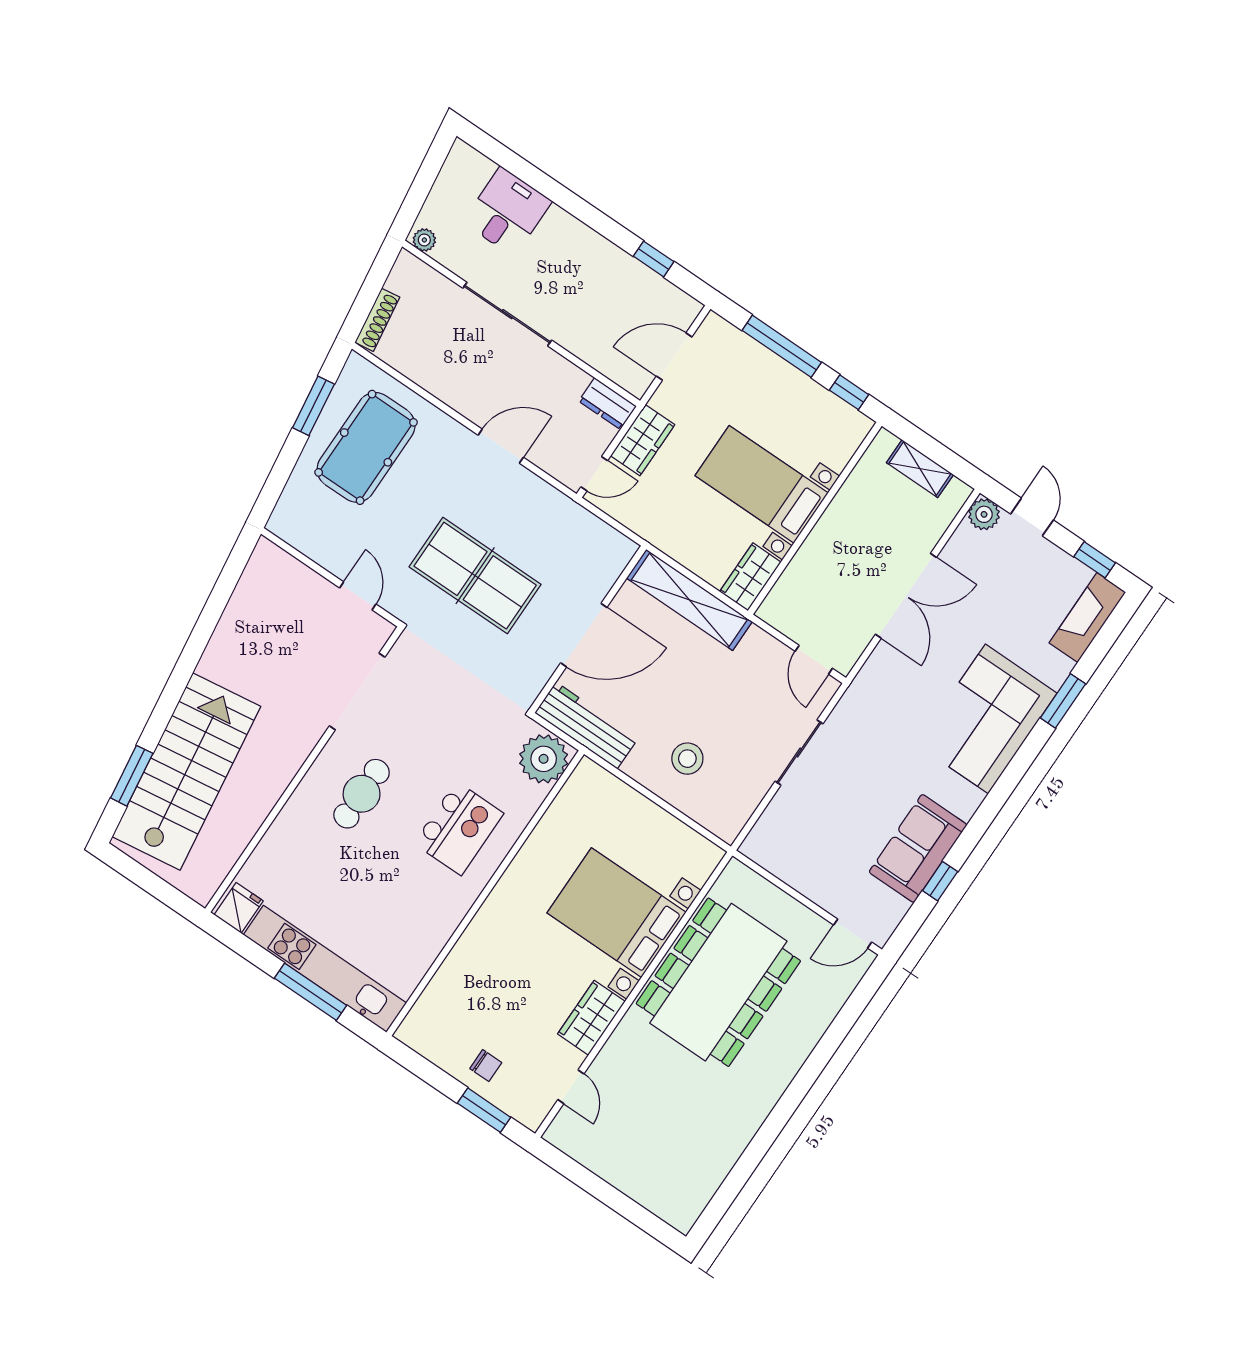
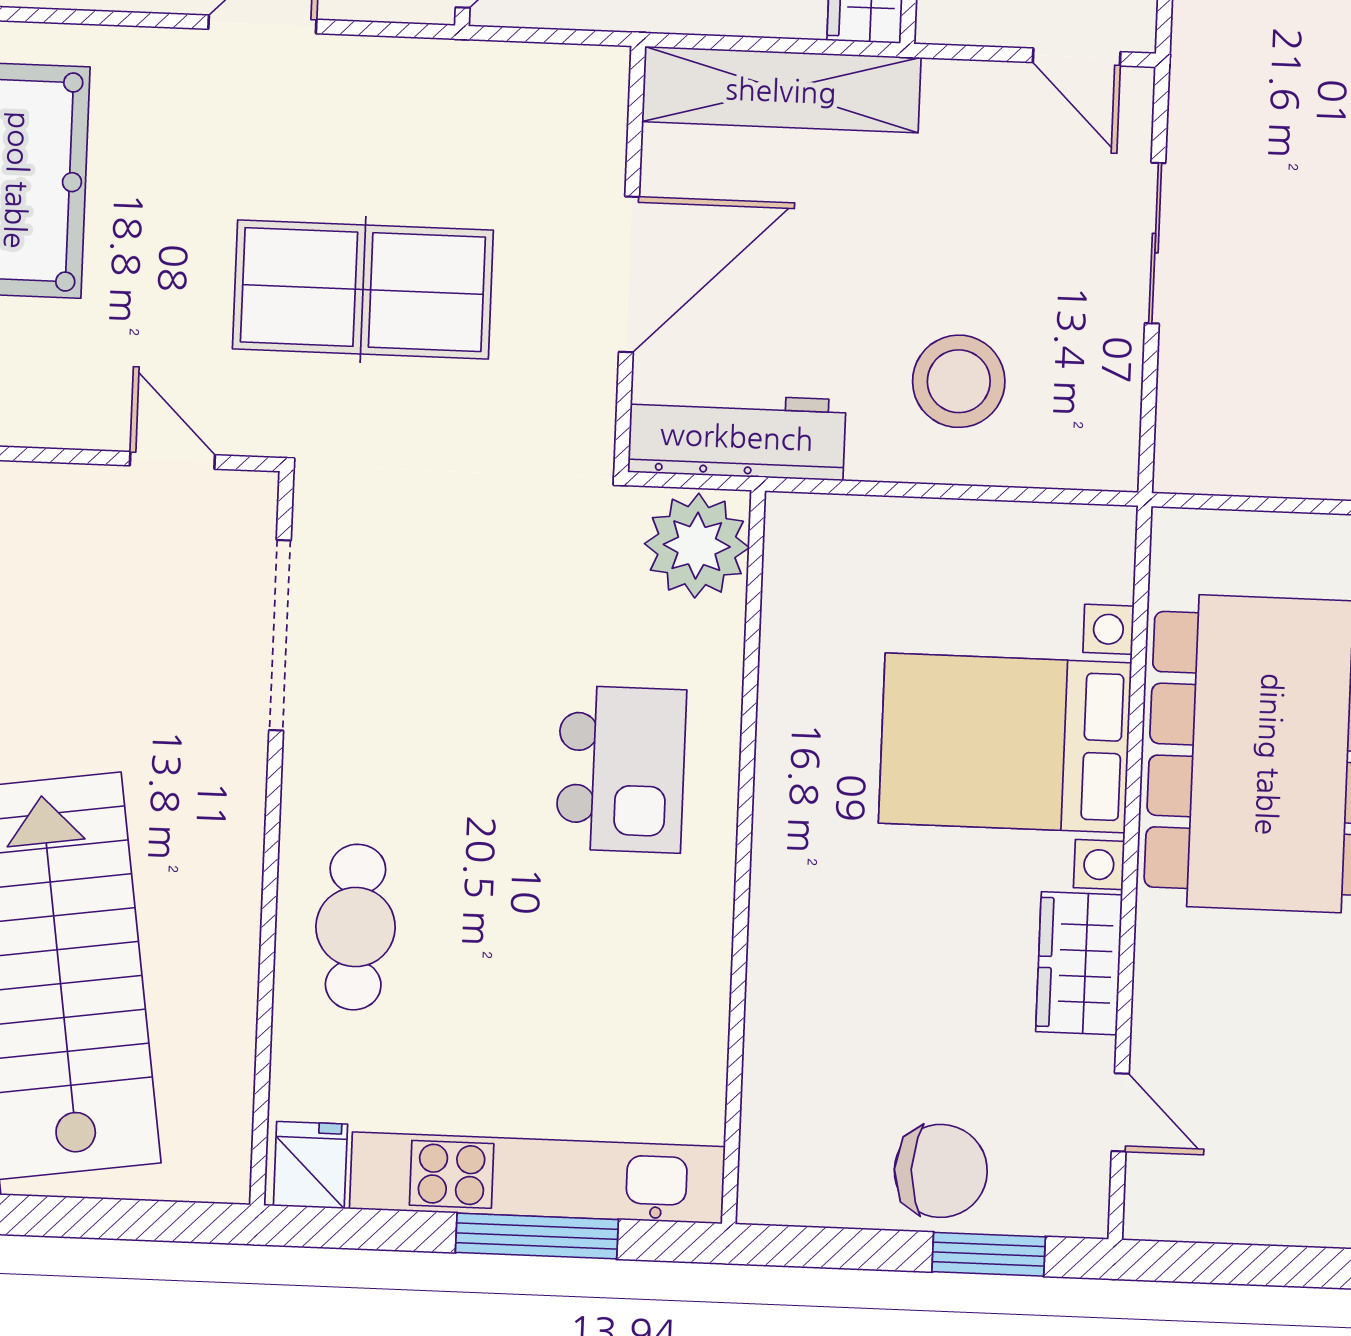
stool: (687, 759) -> (959, 381), width x1.38, depth x1.38
cafe table: (362, 794) -> (356, 927), moved
chair: (486, 1066) -> (941, 1171), width x1.87, depth x1.87

